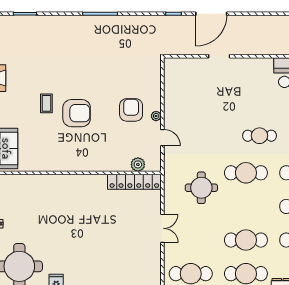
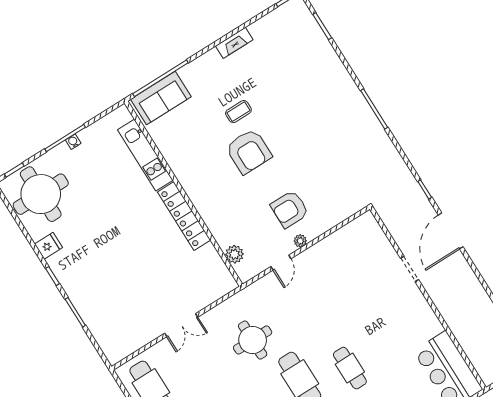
door: (211, 14) -> (451, 231), hinge flipped
armchair: (131, 110) -> (290, 209), turned 180
kitchen unit: (37, 182) -> (145, 155), added
locker: (134, 182) -> (184, 216), moved

